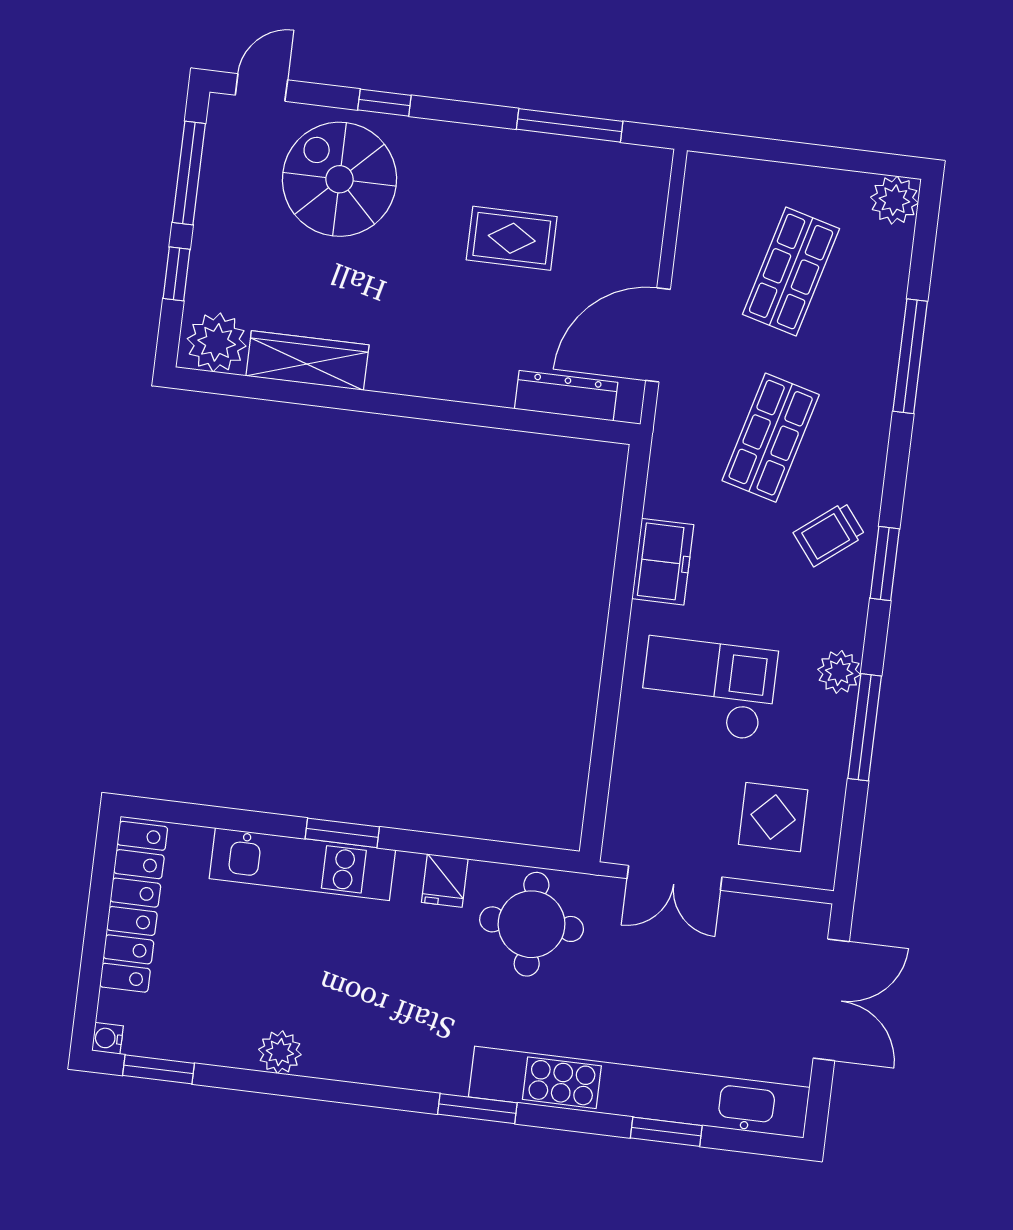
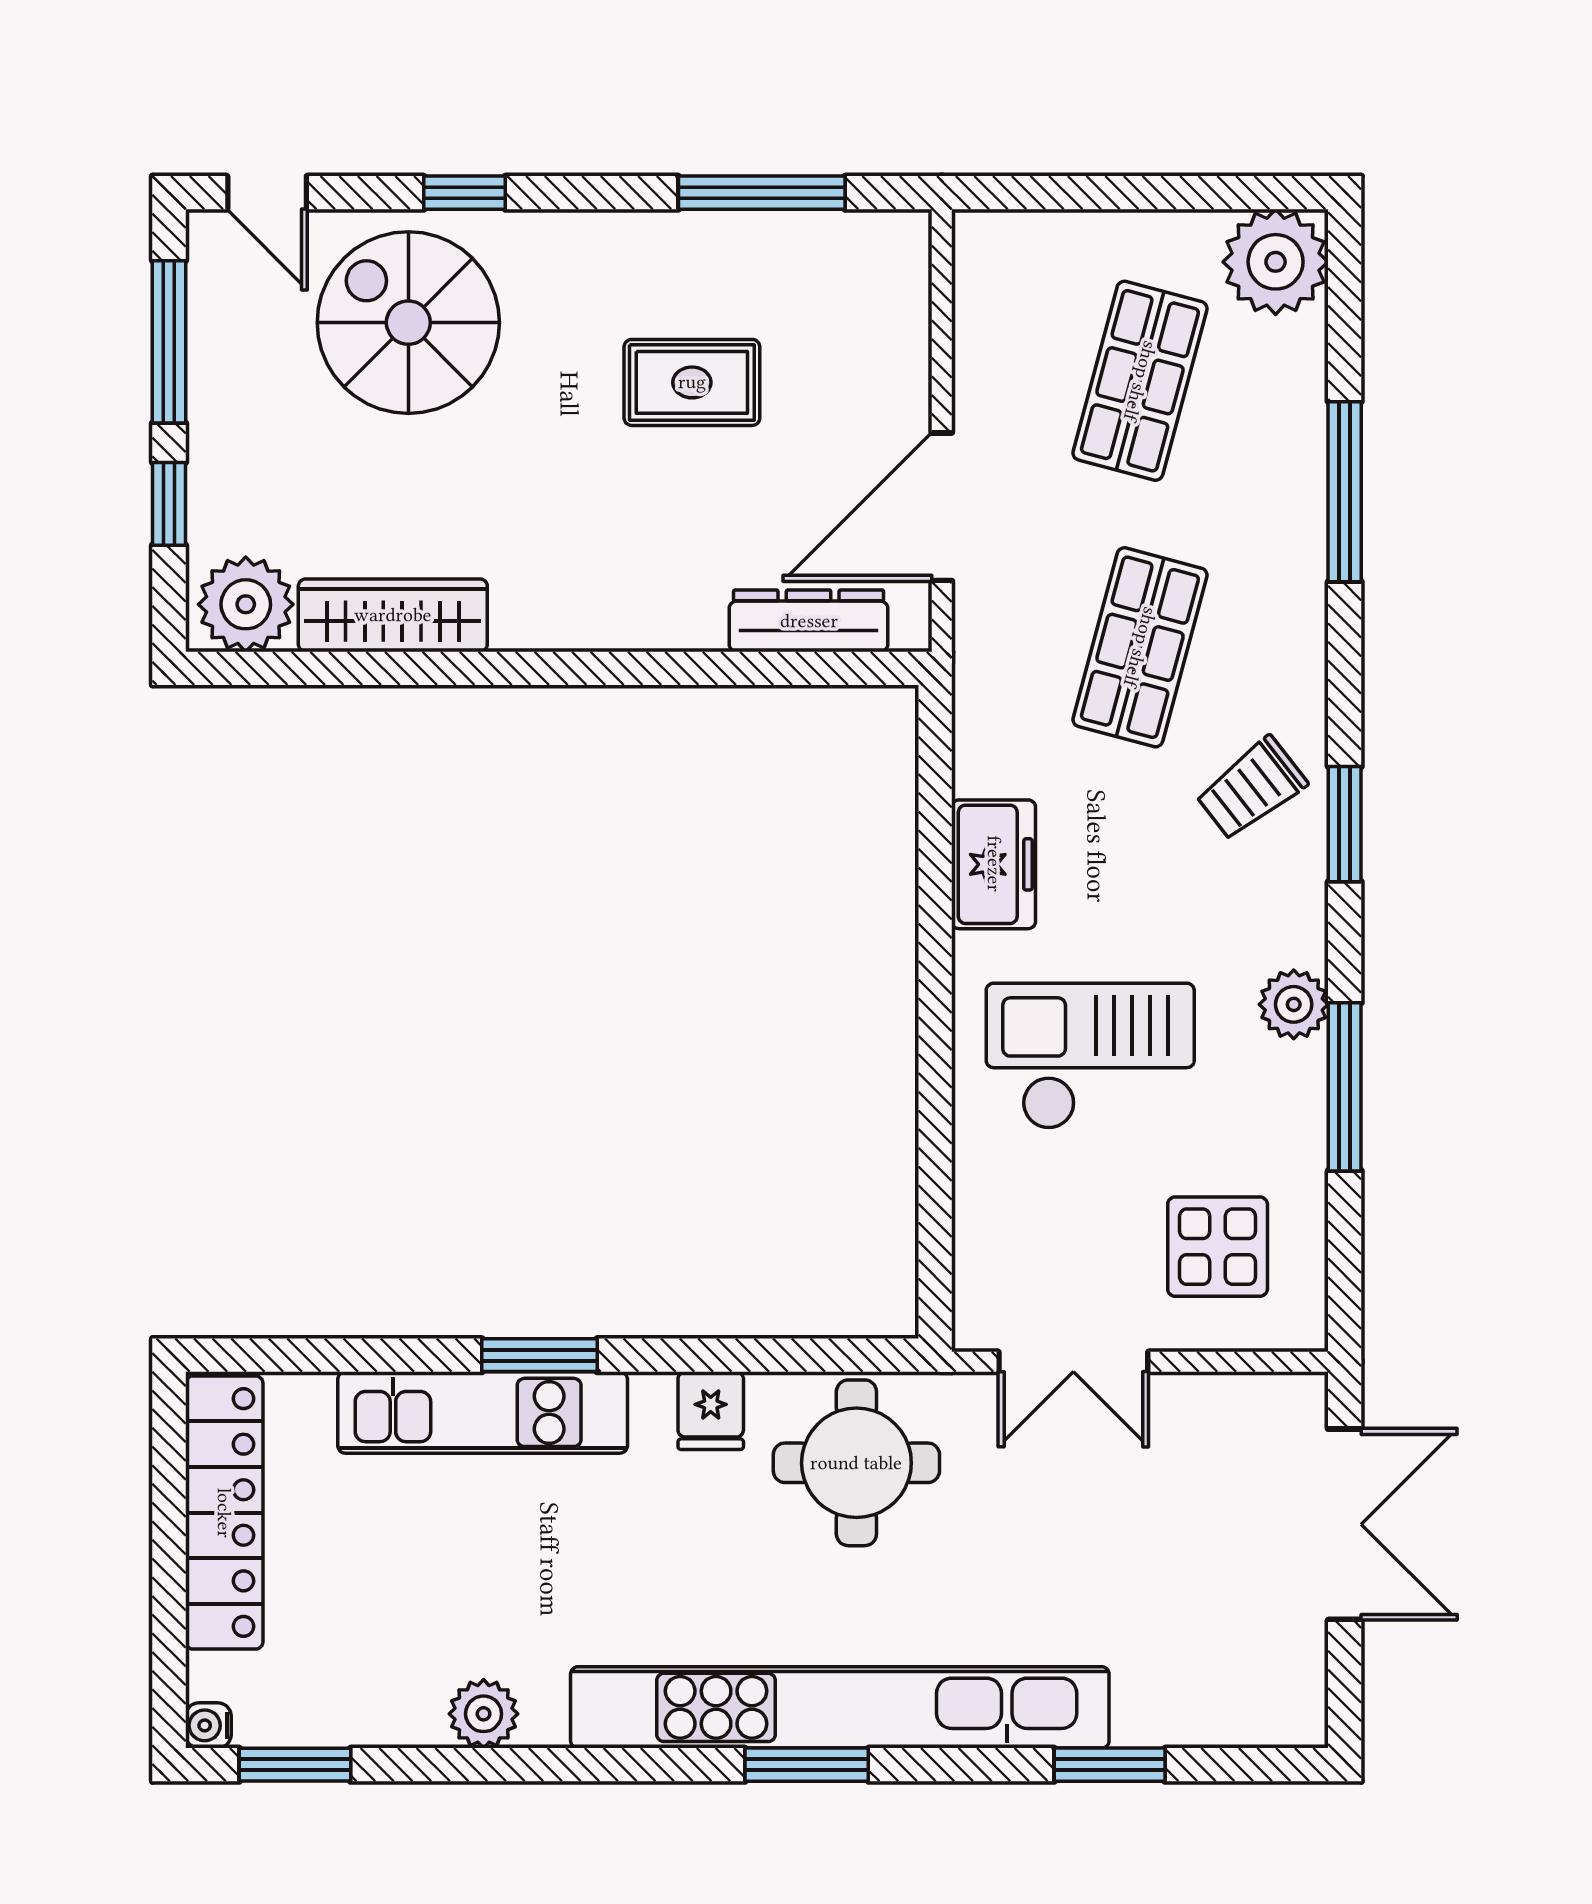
door: (261, 87) -> (267, 193), swing flipped
plant: (894, 200) -> (1276, 262), width x1.36, depth x1.36
kitchen unit: (639, 1092) -> (840, 1707), moved

